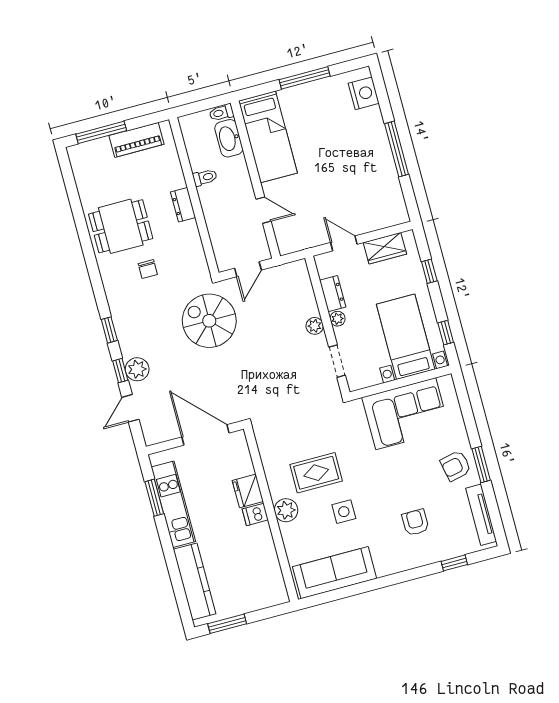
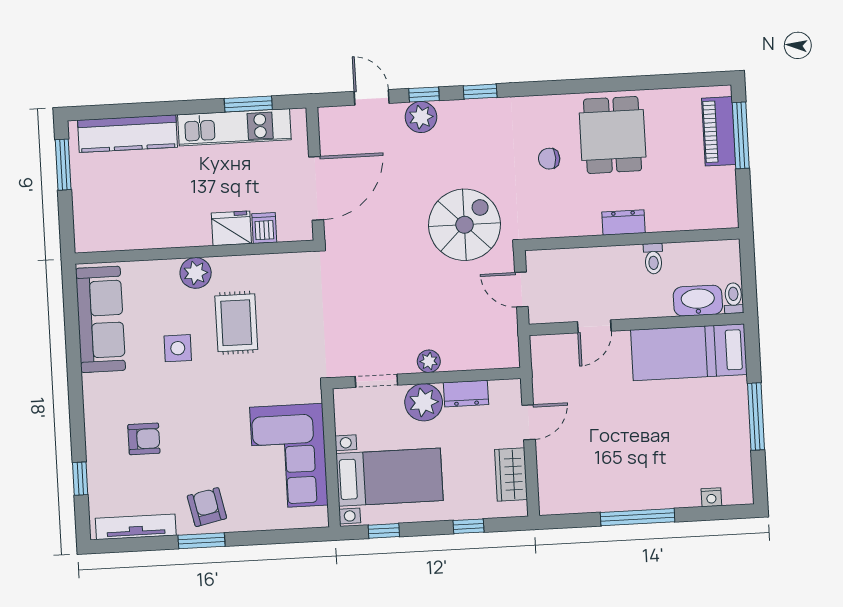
nightstand: (364, 93) -> (711, 497), width x0.53, depth x0.56
piano: (136, 140) -> (719, 131), moved
plant: (338, 319) -> (424, 402), width x1.88, depth x1.88
dishwasher: (255, 514) -> (264, 228), moved

